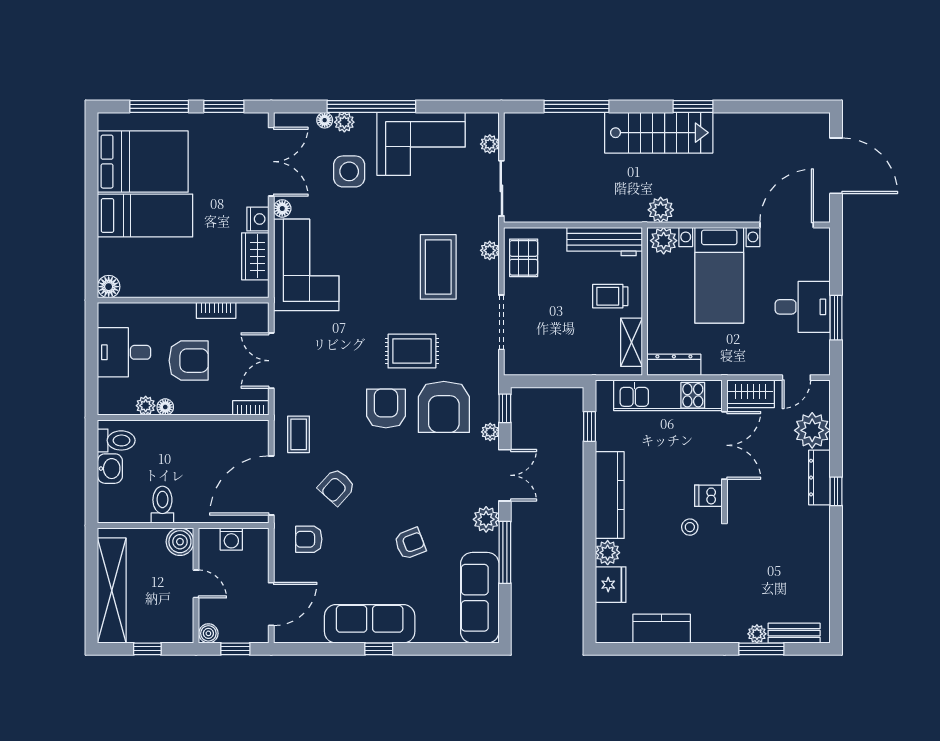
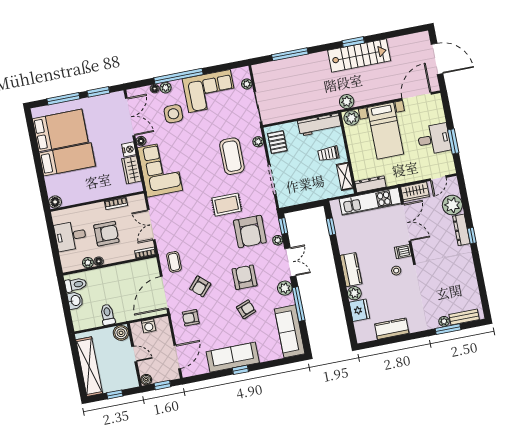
stairs: (659, 133) -> (359, 56), moved
armchair: (386, 408) -> (244, 277), moved
kitchen counter: (610, 495) -> (351, 270), width x0.67

